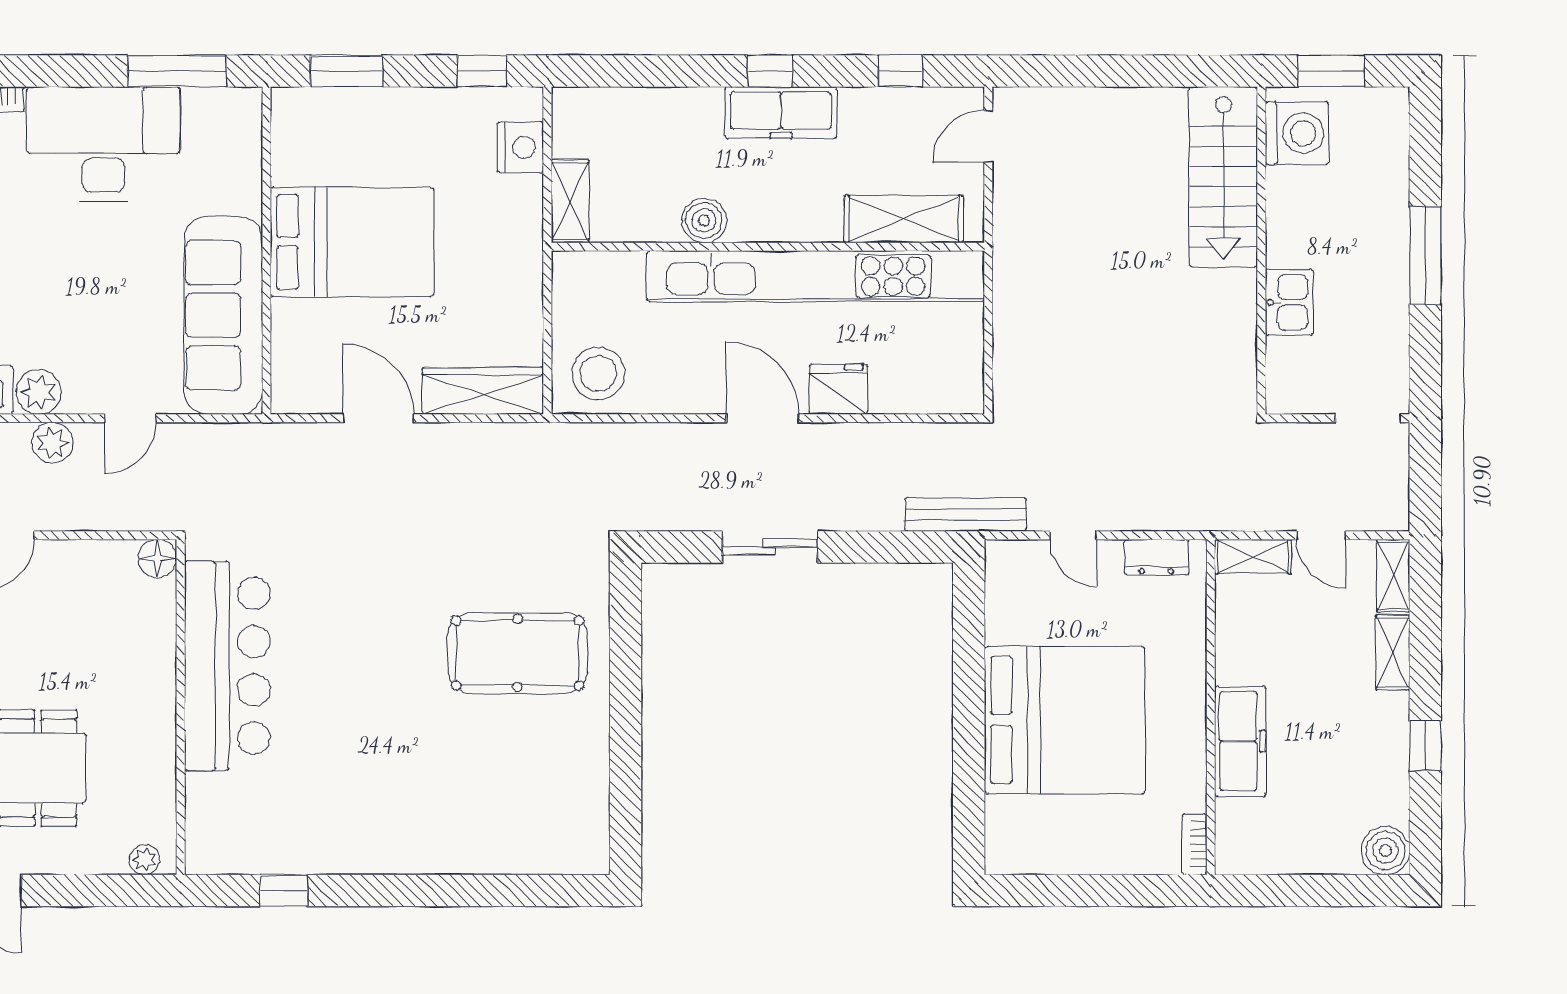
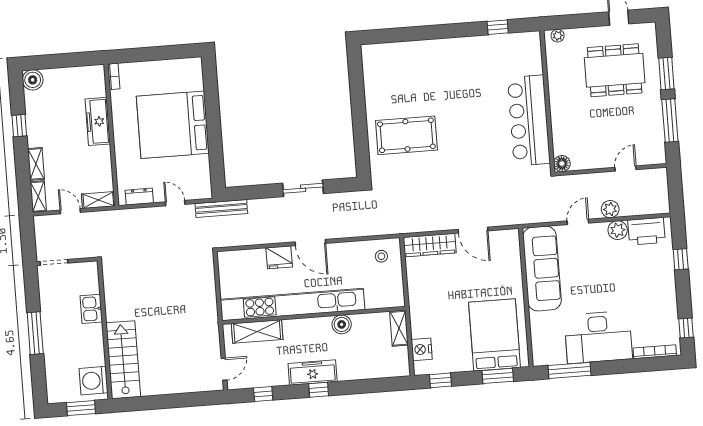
bed: (352, 242) -> (495, 335), moved, turned 90
stool: (598, 373) -> (381, 256), width x0.53, depth x0.53

